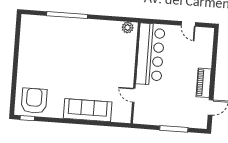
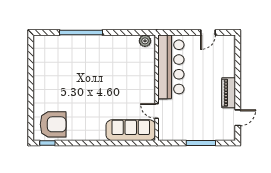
door: (188, 24) -> (208, 32), hinge flipped
armchair: (34, 101) -> (53, 124), turned 90
sofa: (88, 110) -> (131, 130), moved

